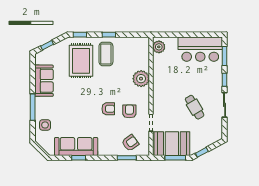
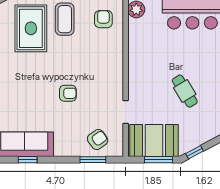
plant: (141, 79) -> (112, 52), removed
armchair: (129, 111) -> (103, 19), moved

